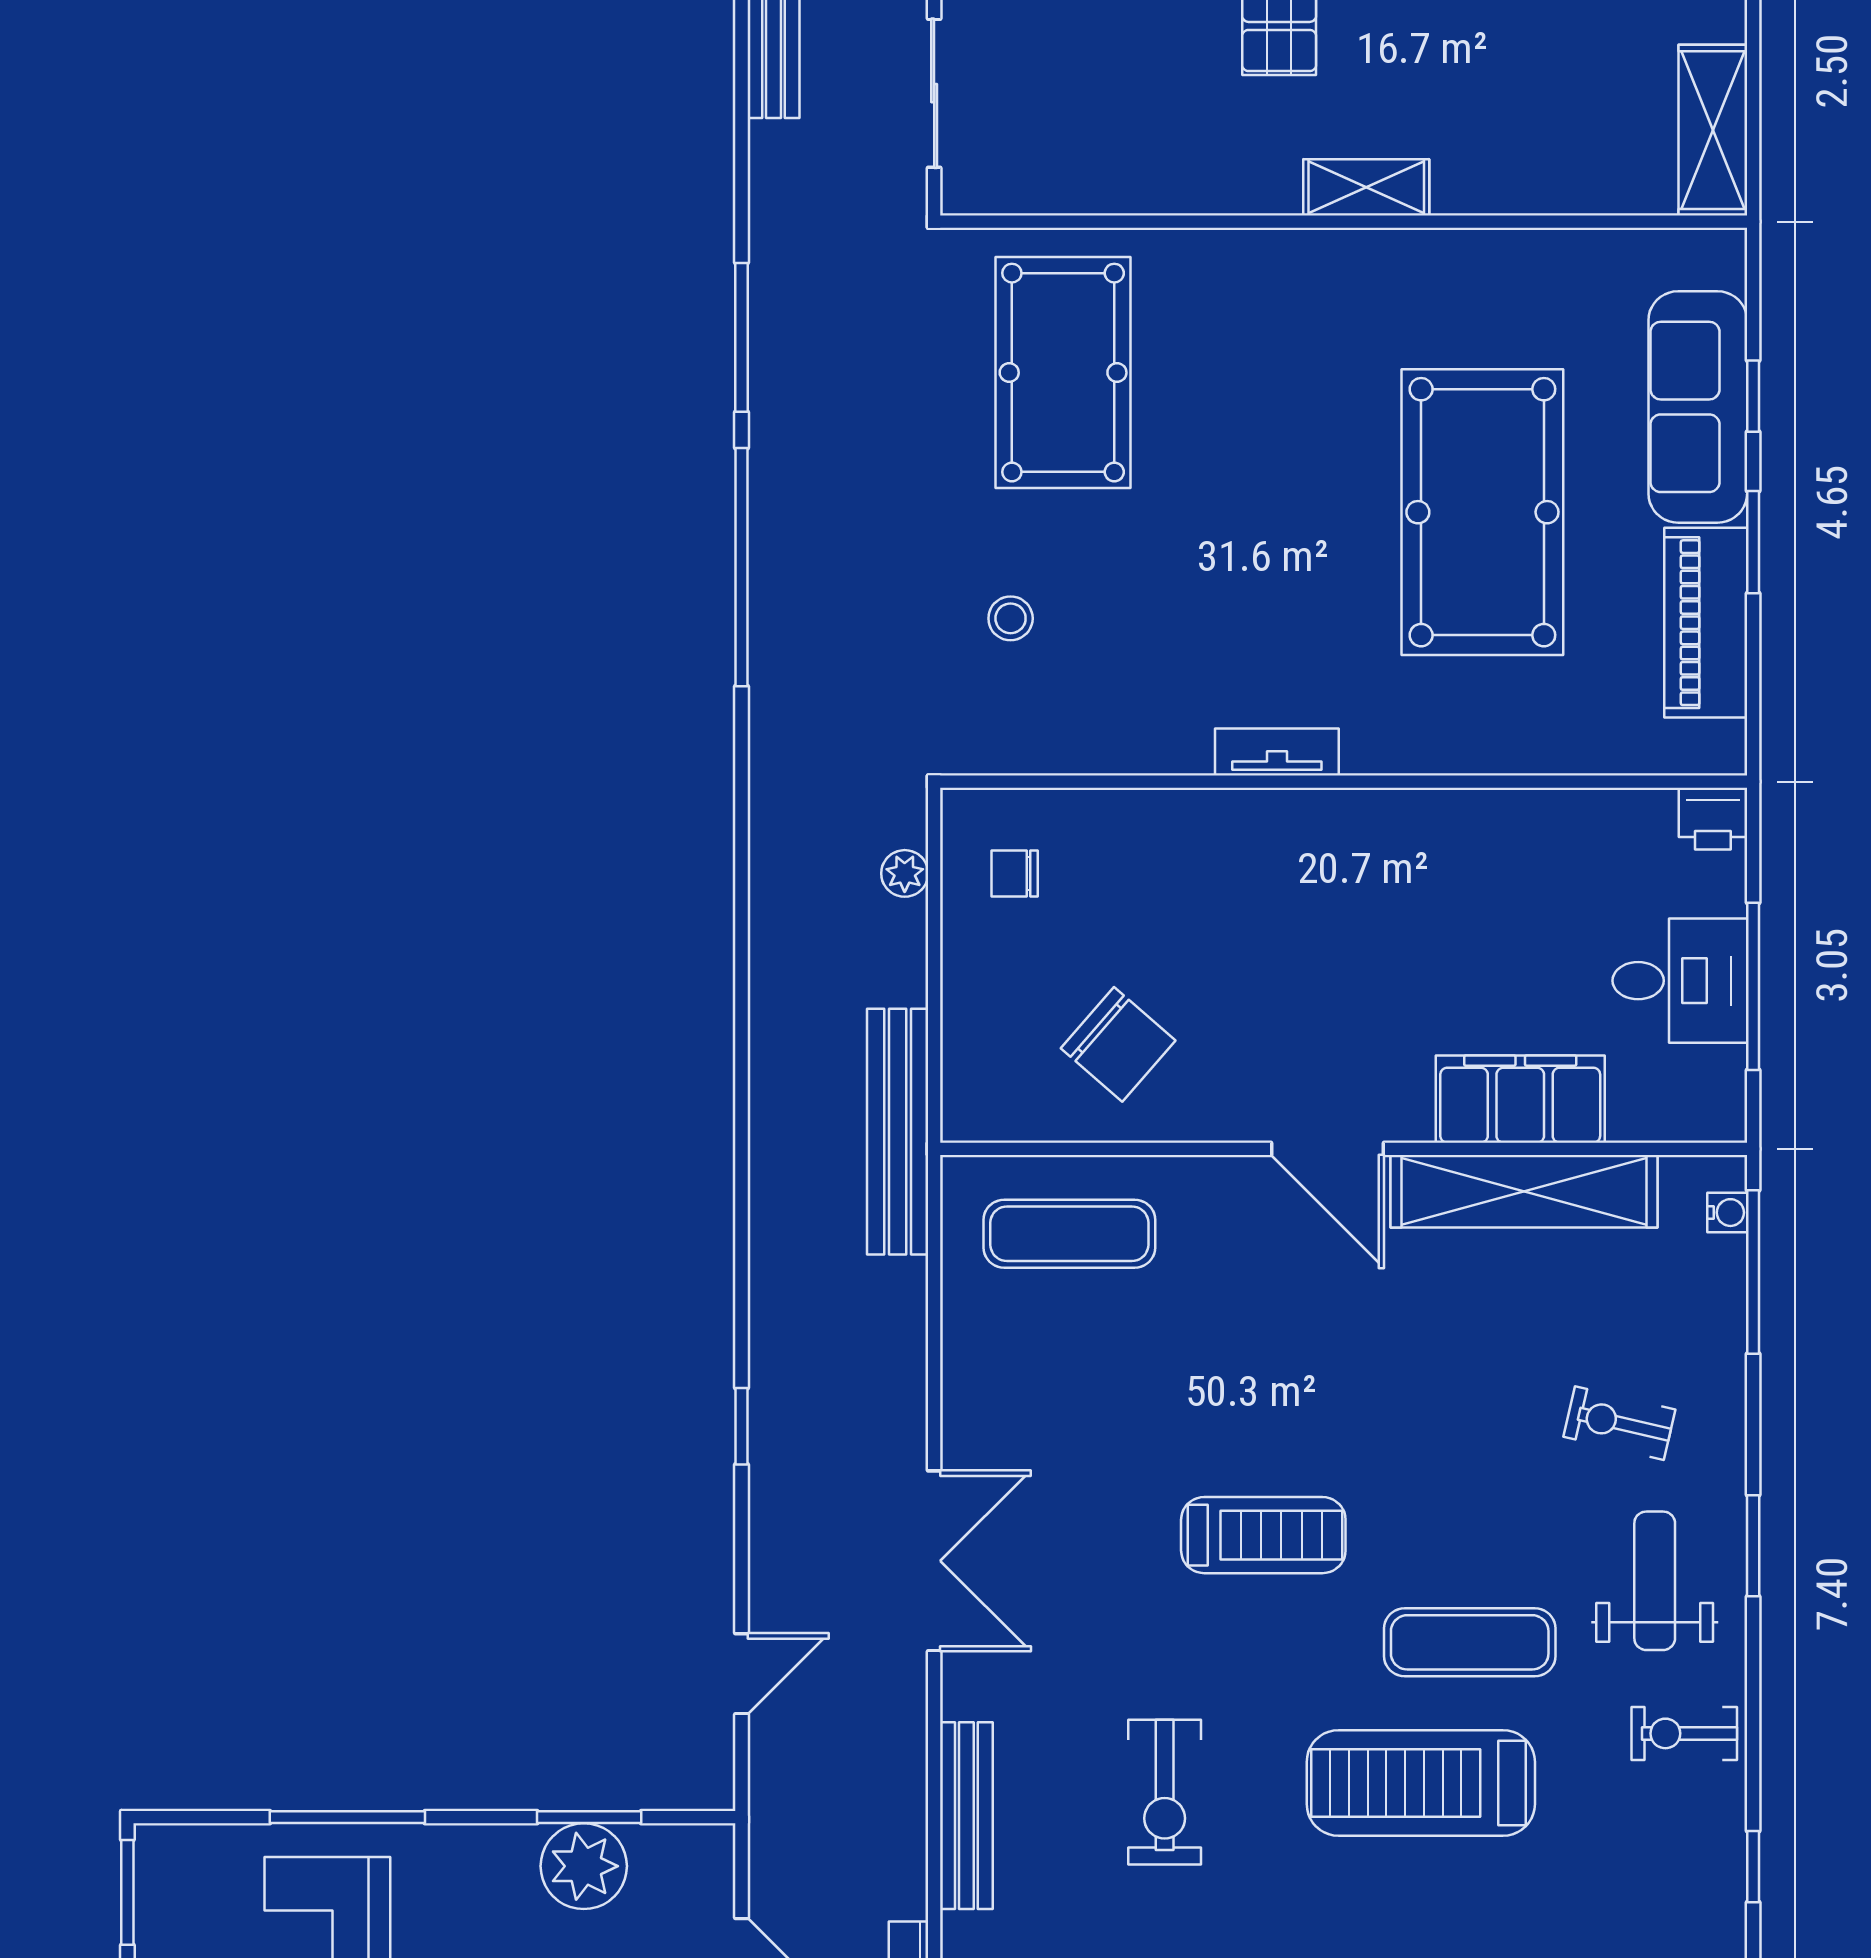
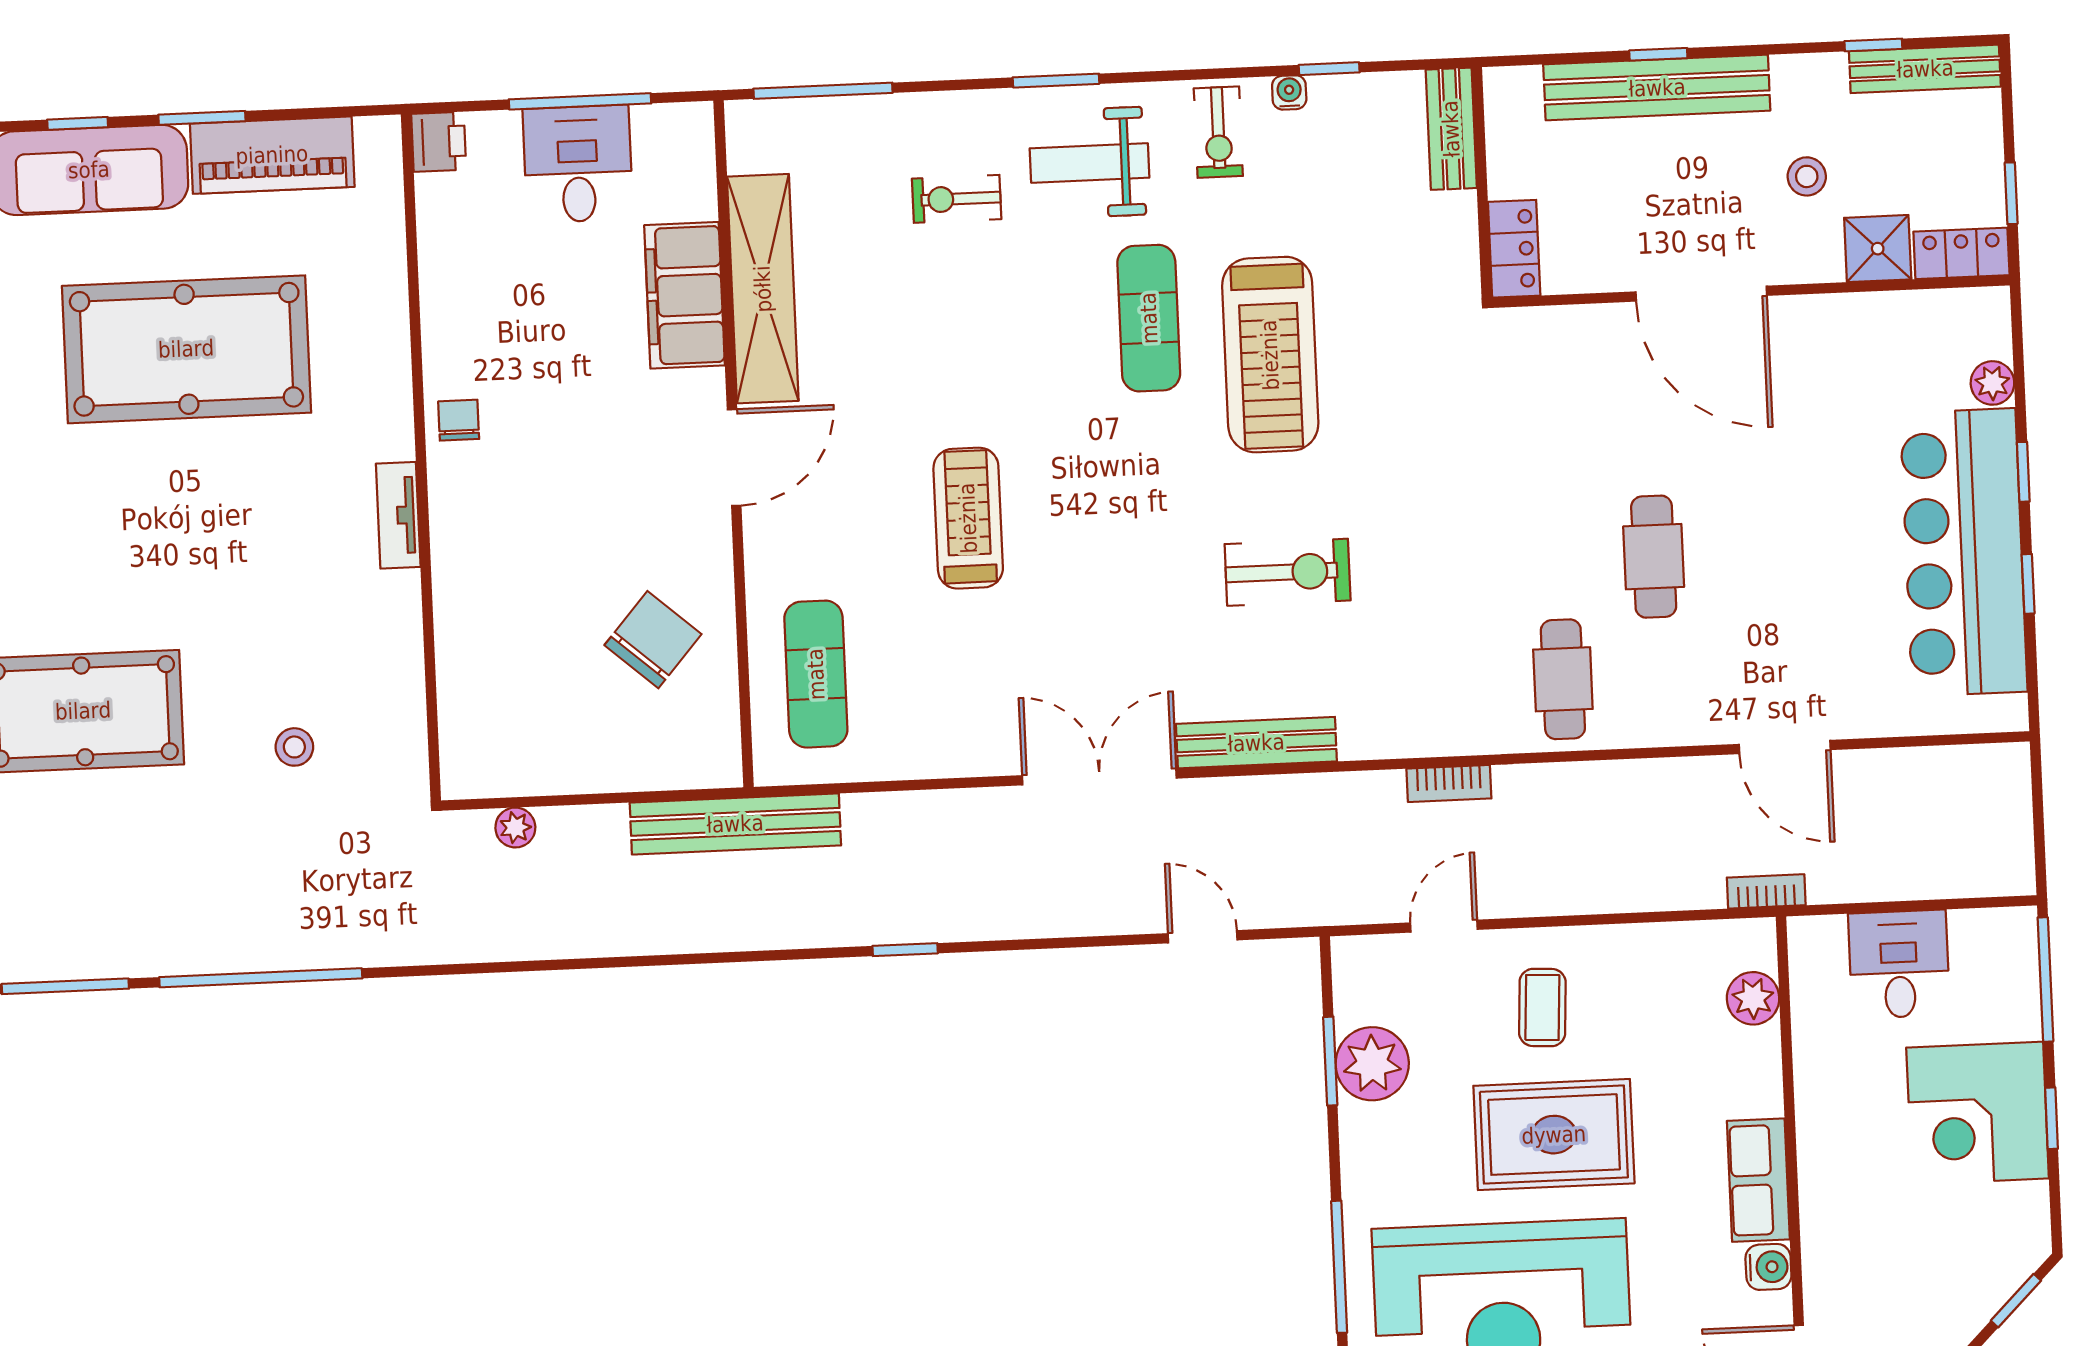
chair: (1015, 874) -> (459, 420), moved, turned 180
water cooler: (1727, 1213) -> (1289, 92), moved
exercise bike: (1619, 1423) -> (957, 199), turned 77
window: (742, 1426) -> (905, 950), moved
treadmill: (1263, 1535) -> (968, 518), moved
bench: (966, 1816) -> (1256, 743), moved

